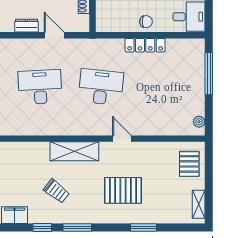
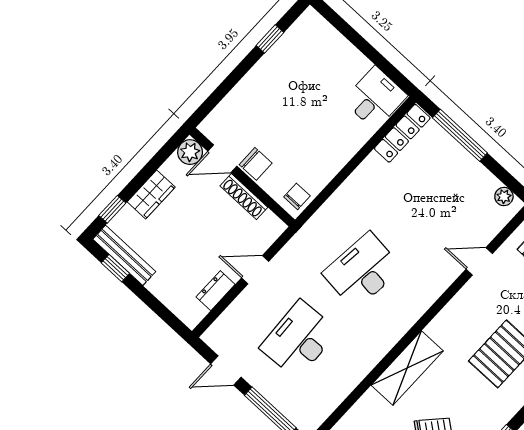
chair: (146, 22) -> (297, 196), moved
locker: (145, 45) -> (402, 133), moved
door: (122, 139) -> (479, 261), moved

